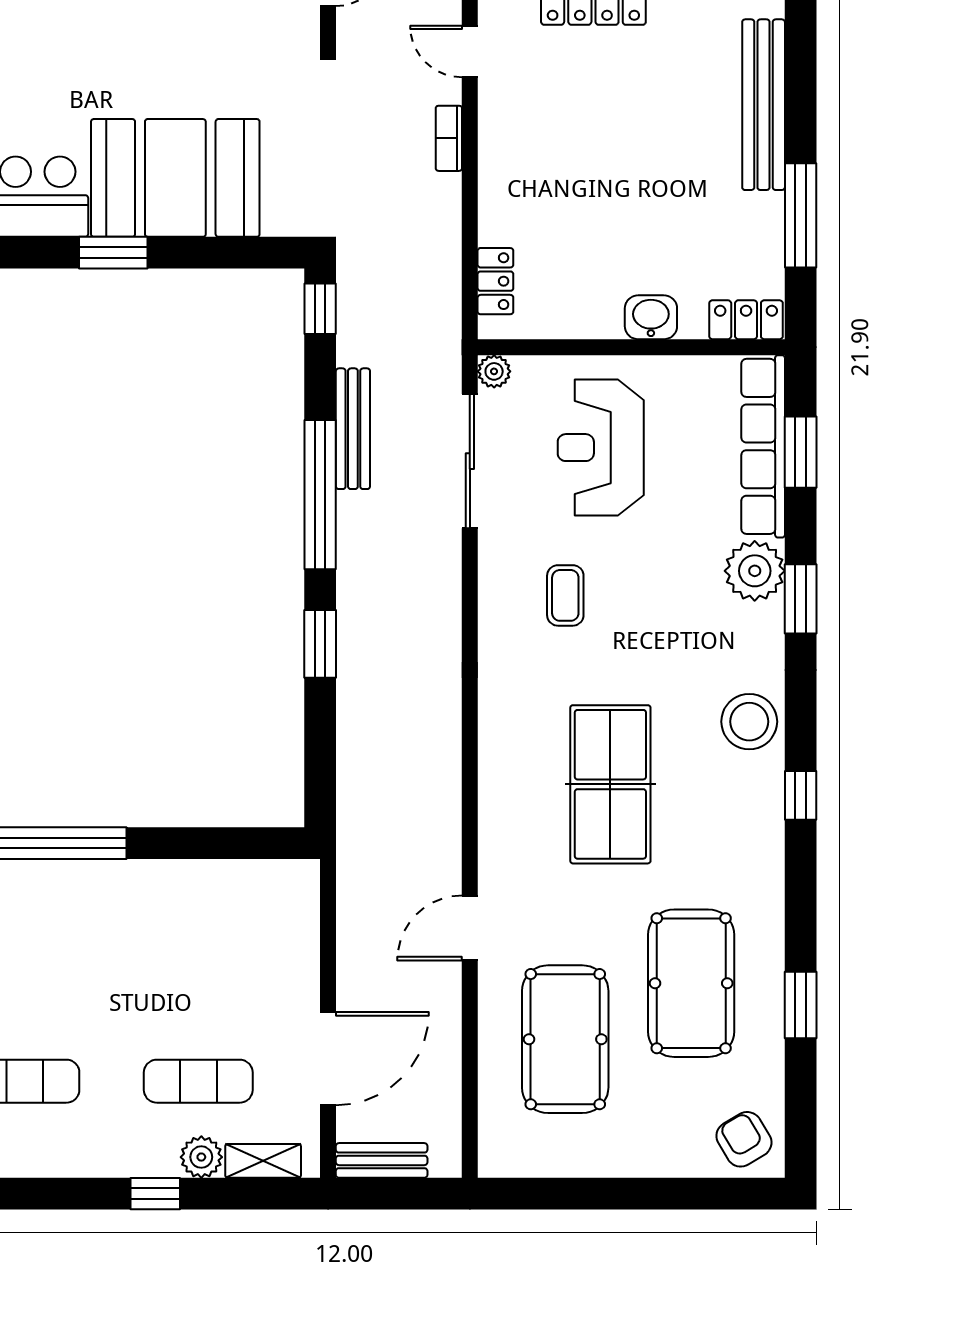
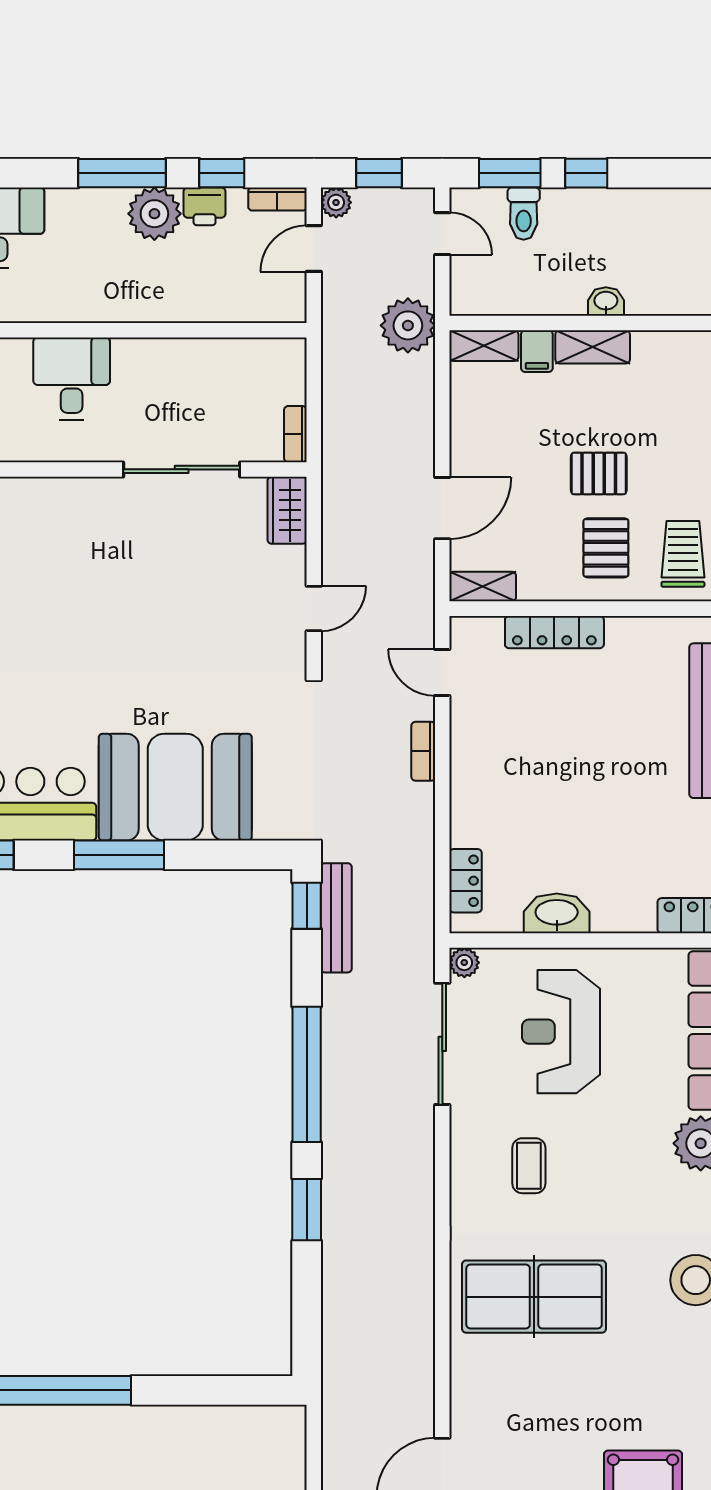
window: (113, 253) -> (119, 855), width x1.44
washbasin: (651, 317) -> (557, 913), moved, width x1.38
bench: (353, 429) -> (336, 918), moved
table tennis table: (610, 784) -> (534, 1297), moved, turned 90

